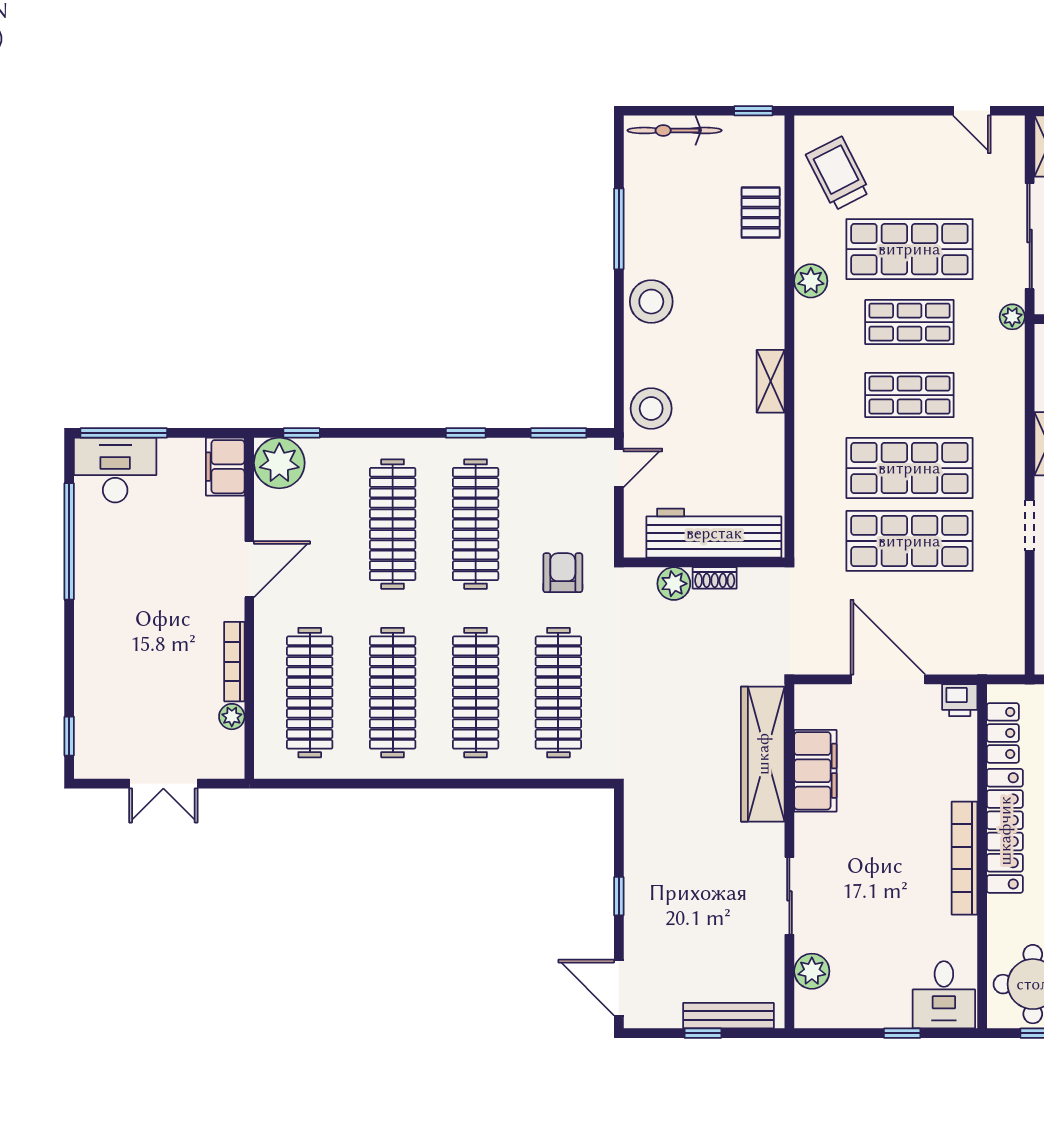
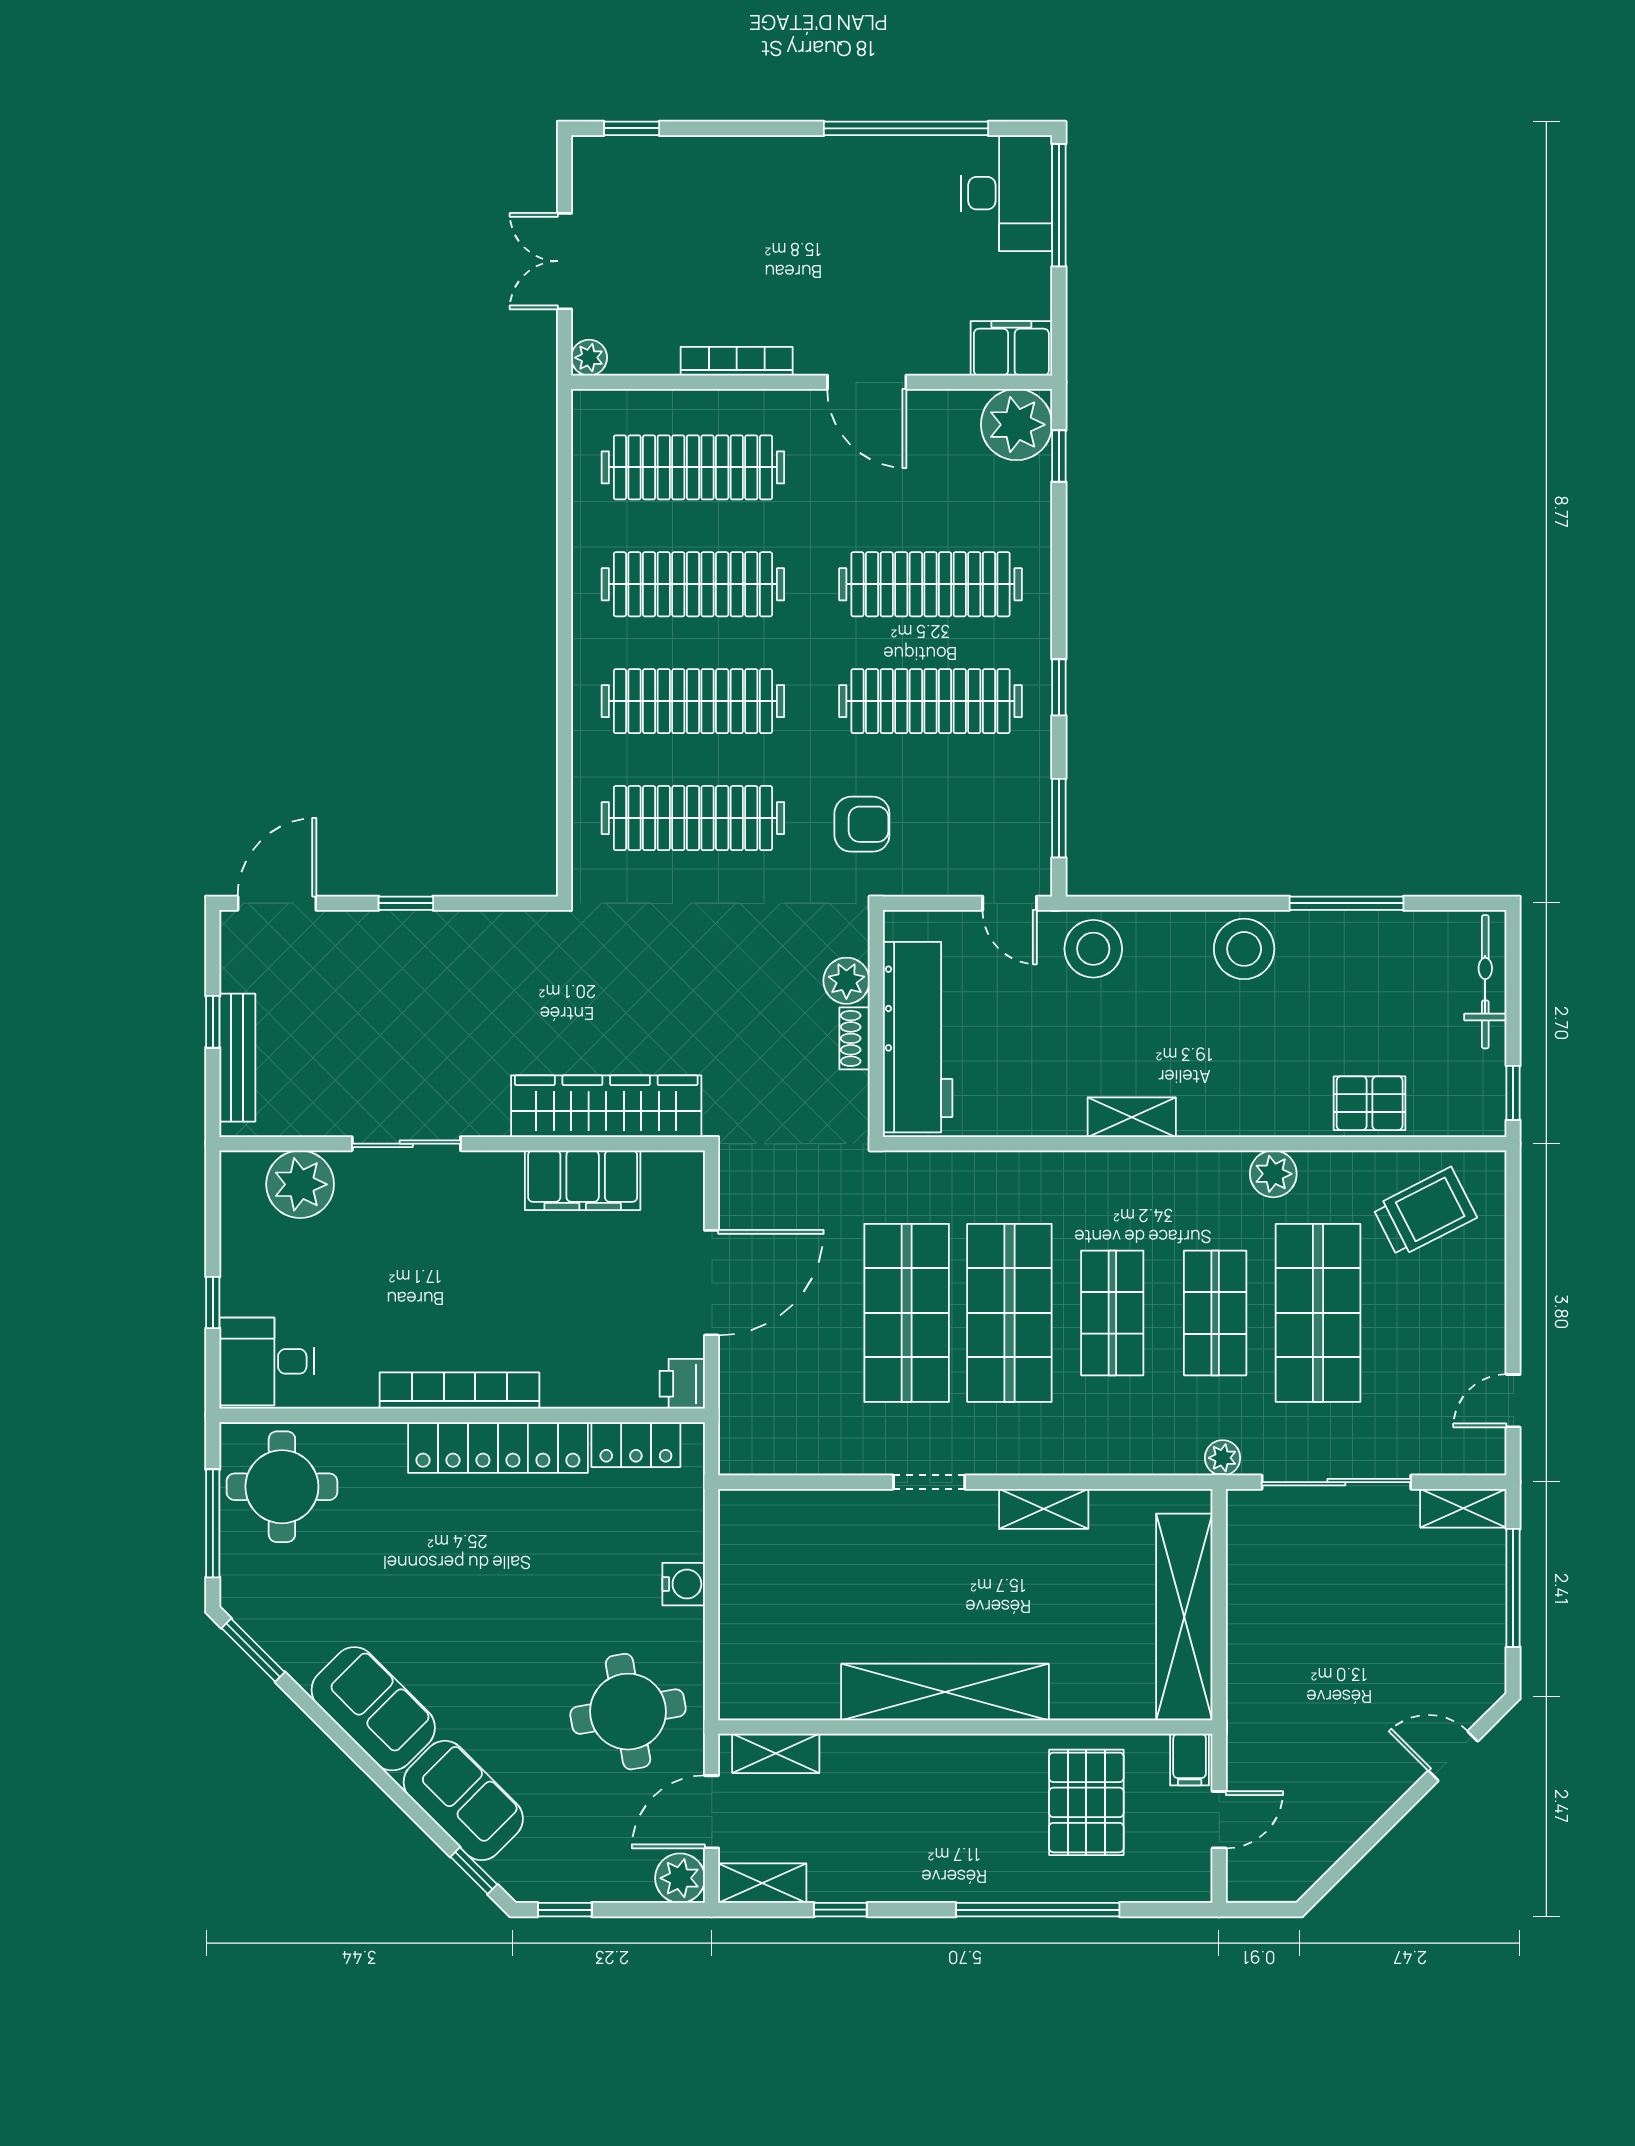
plant: (232, 717) -> (589, 358), moved
plant: (812, 971) -> (300, 1184), width x1.36, depth x1.36

